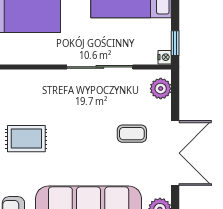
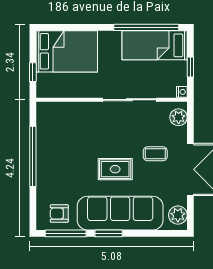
window: (175, 43) -> (190, 67), moved
rug: (26, 139) -> (115, 169), moved

